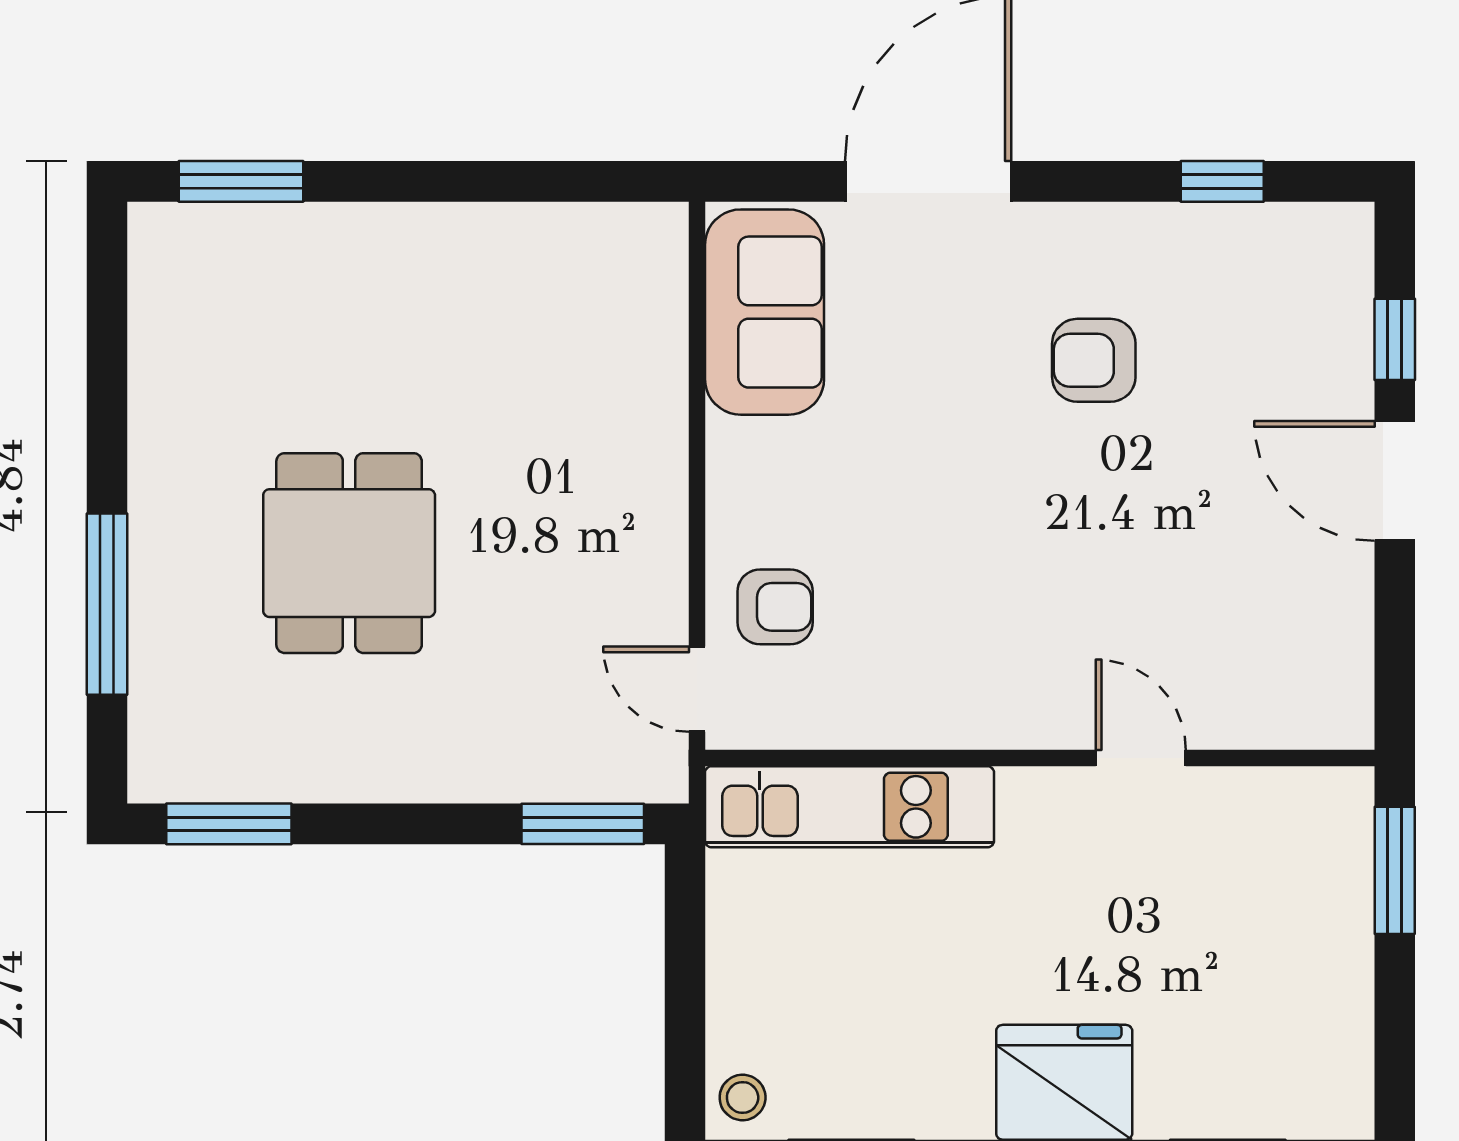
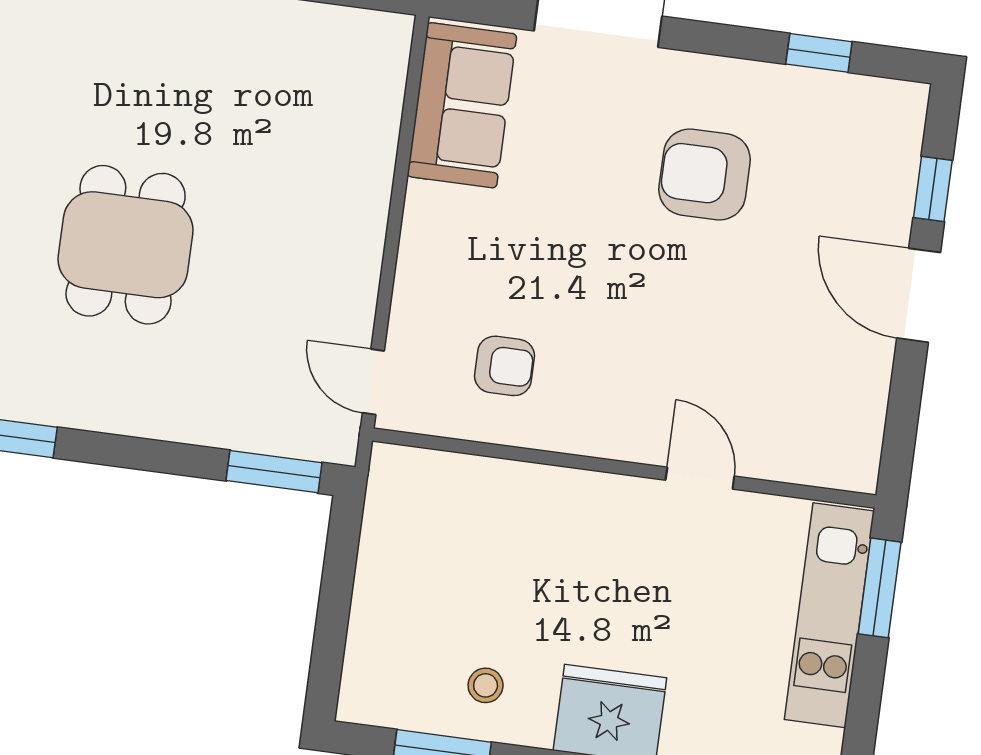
armchair: (1094, 360) -> (705, 175), width x1.38, depth x1.38
armchair: (775, 607) -> (504, 366), moved
kitchen unit: (849, 807) -> (829, 615), moved, turned 90
stool: (743, 1098) -> (486, 685), moved

